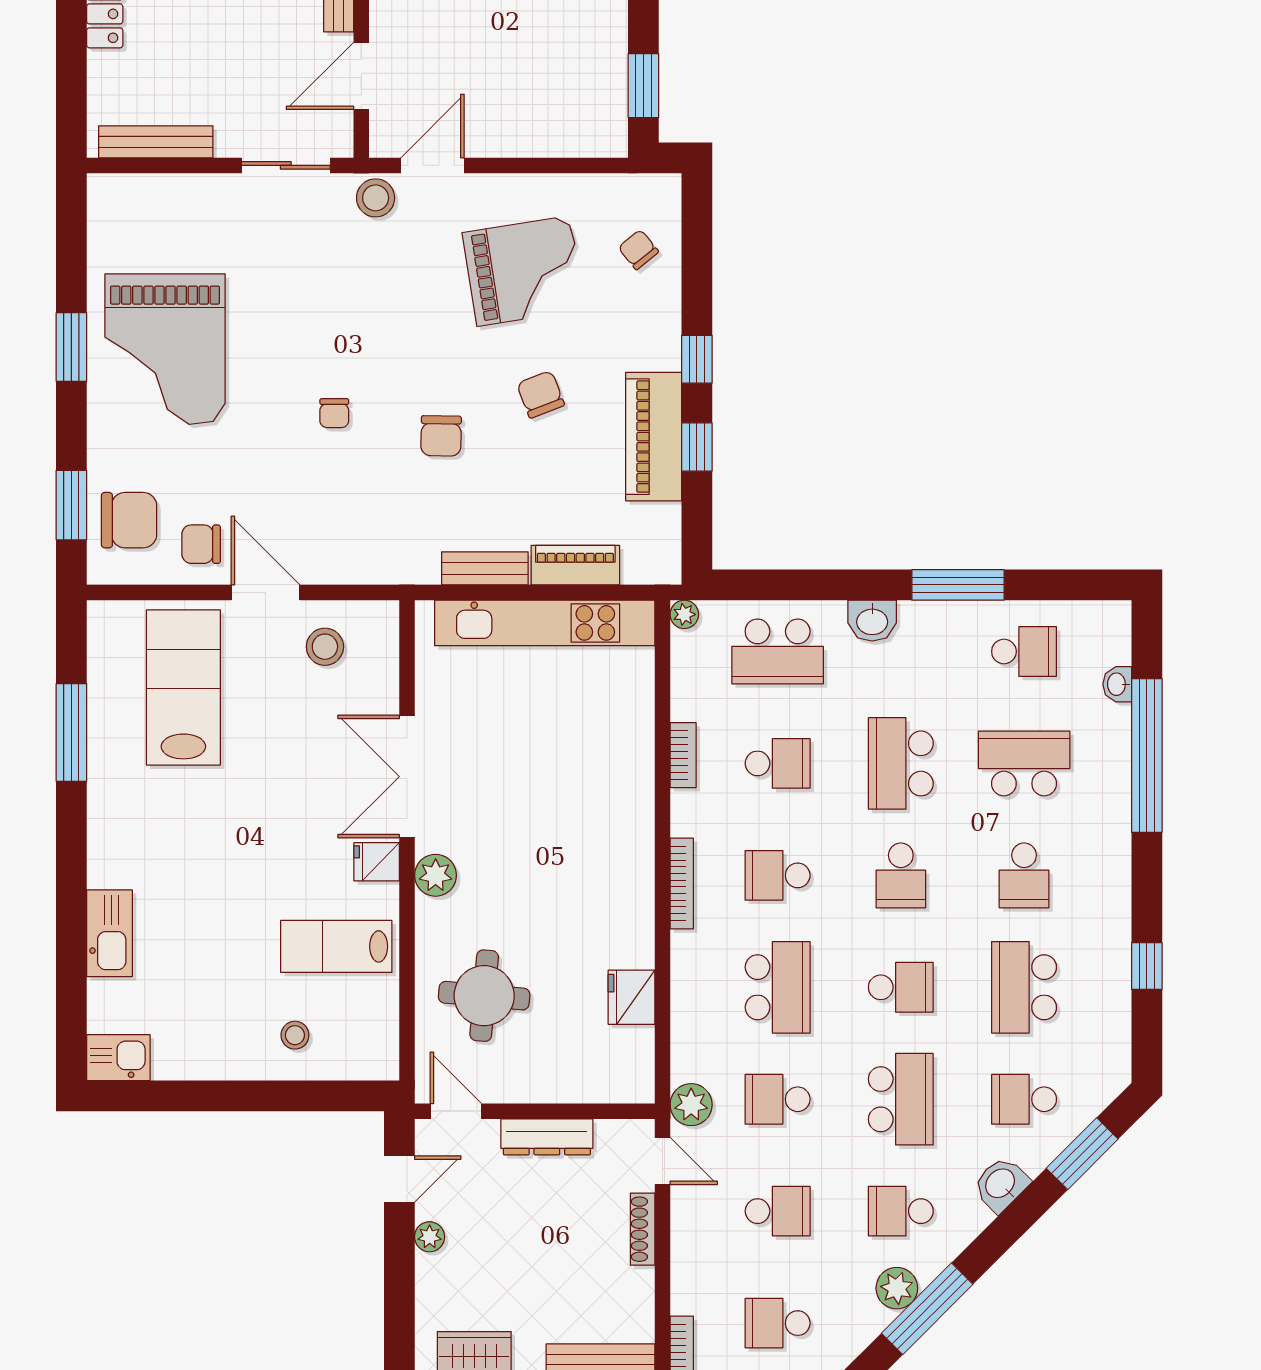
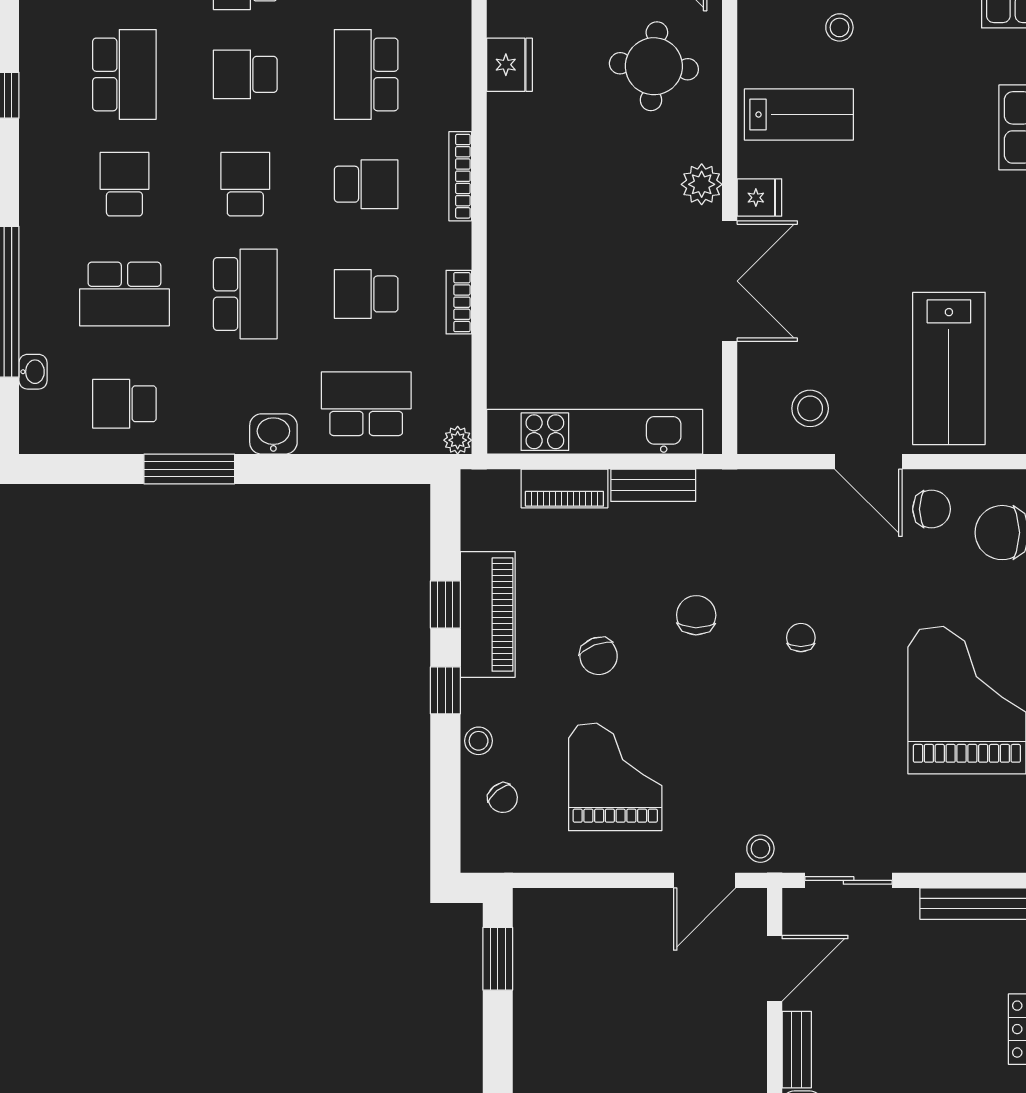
stool: (376, 198) -> (760, 849), width x0.73, depth x0.73
grand piano: (524, 271) -> (615, 777), turned 99
stool: (663, 308) -> (479, 741), added

